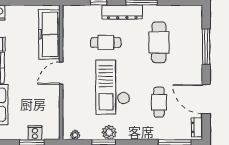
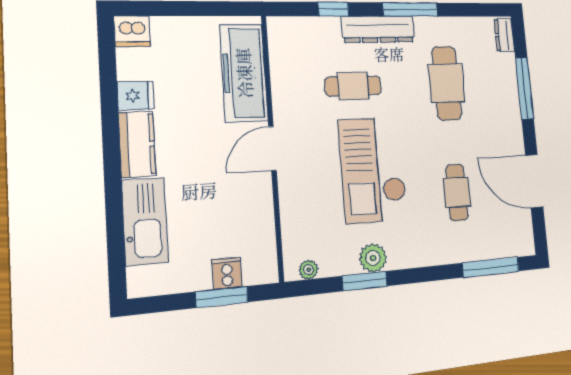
dresser: (197, 127) -> (504, 35), moved

